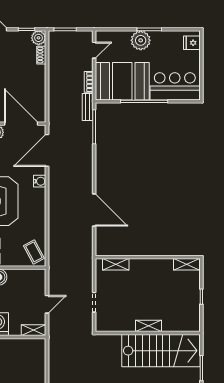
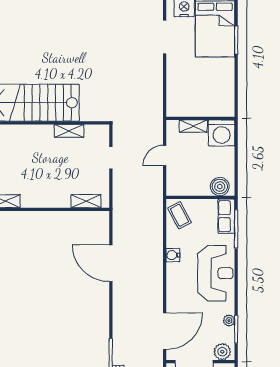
water cooler: (40, 181) -> (173, 255), moved
shelving: (148, 326) -> (69, 131), moved
shelving: (33, 330) -> (193, 126), moved

